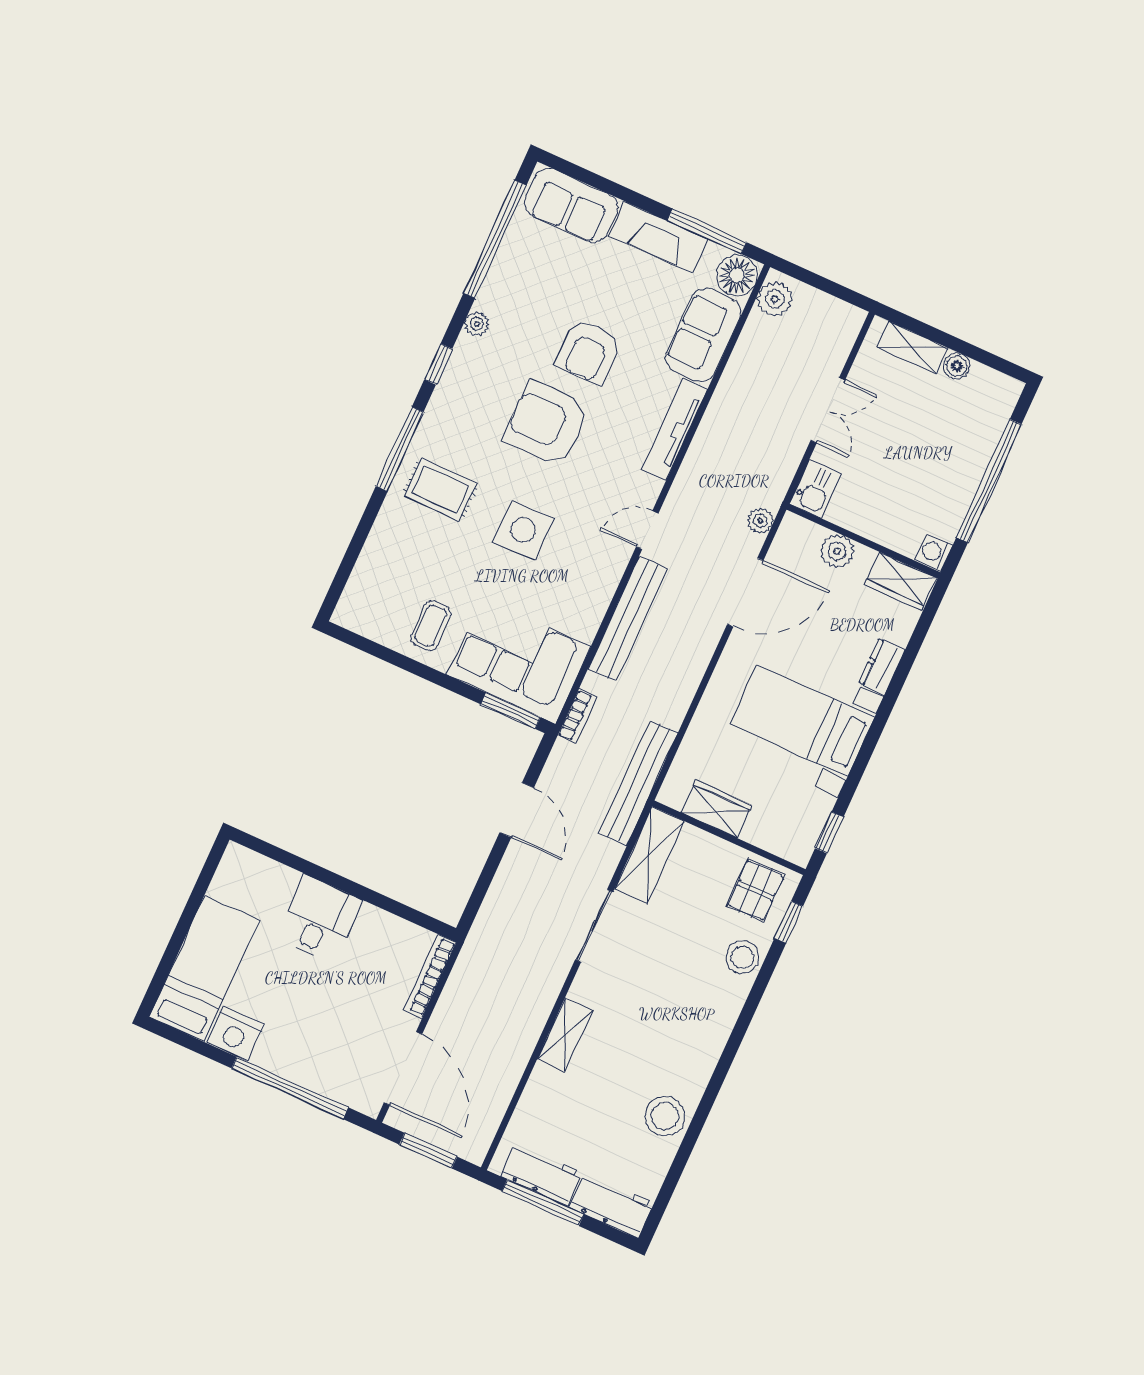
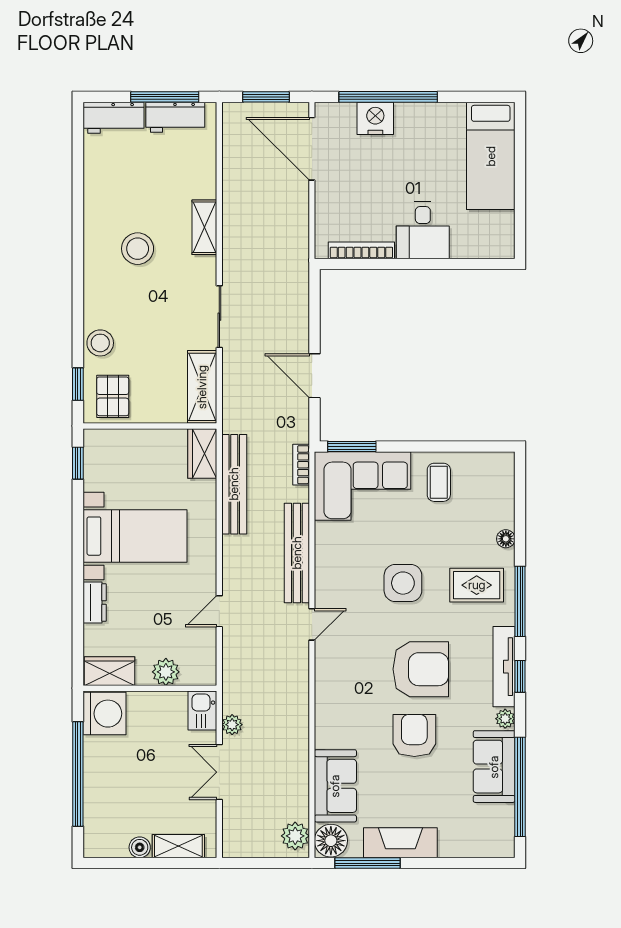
sofa: (571, 205) -> (494, 767), moved, turned -90
tv unit: (674, 429) -> (504, 667), moved, turned 180
plant: (760, 521) -> (232, 725), moved
floor lamp: (384, 527) -> (506, 539), added
washing machine: (934, 552) -> (104, 714), width x1.89, depth x1.89
door: (745, 592) -> (219, 611), width x0.53
bench: (638, 783) -> (234, 484), moved
wardrobe: (716, 809) -> (202, 453), moved, turned 90
bookcase: (430, 976) -> (361, 250), moved, turned -90
nightstand: (235, 1034) -> (375, 118), moved
stool: (665, 1116) -> (138, 249), moved

